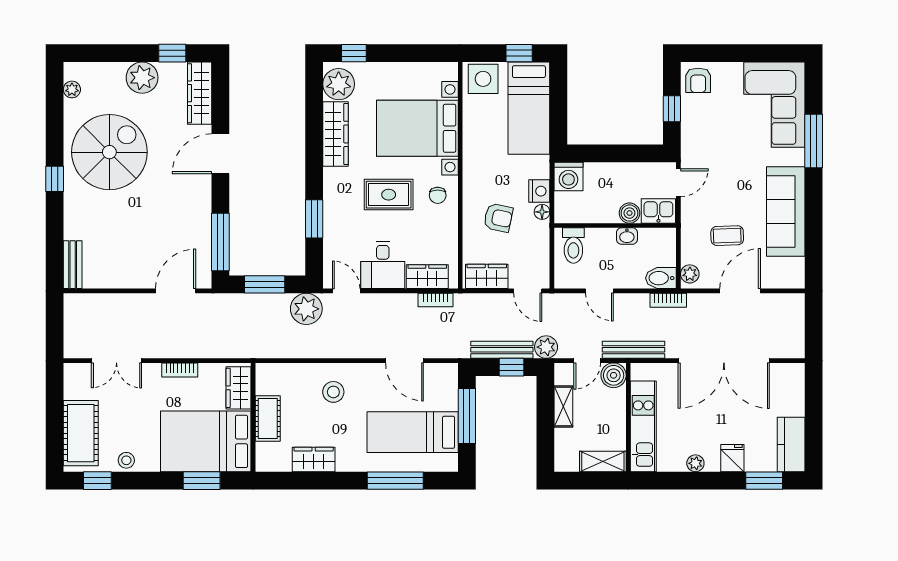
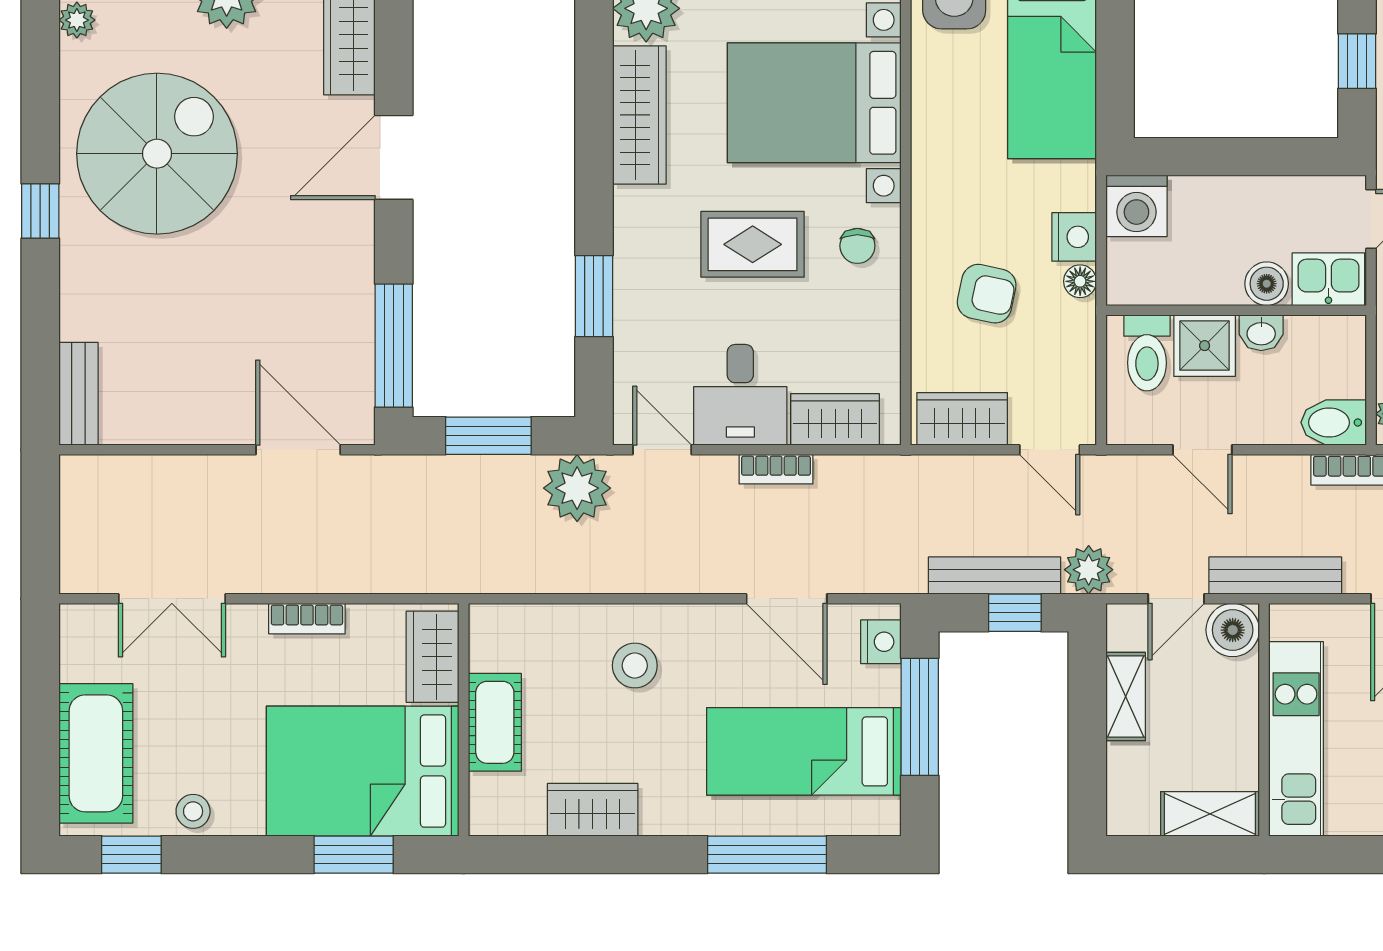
shower: (600, 242) -> (1205, 346), added
door: (176, 291) -> (298, 450), hinge flipped
bookcase: (435, 300) -> (776, 469), moved
nightstand: (449, 381) -> (881, 642), added

